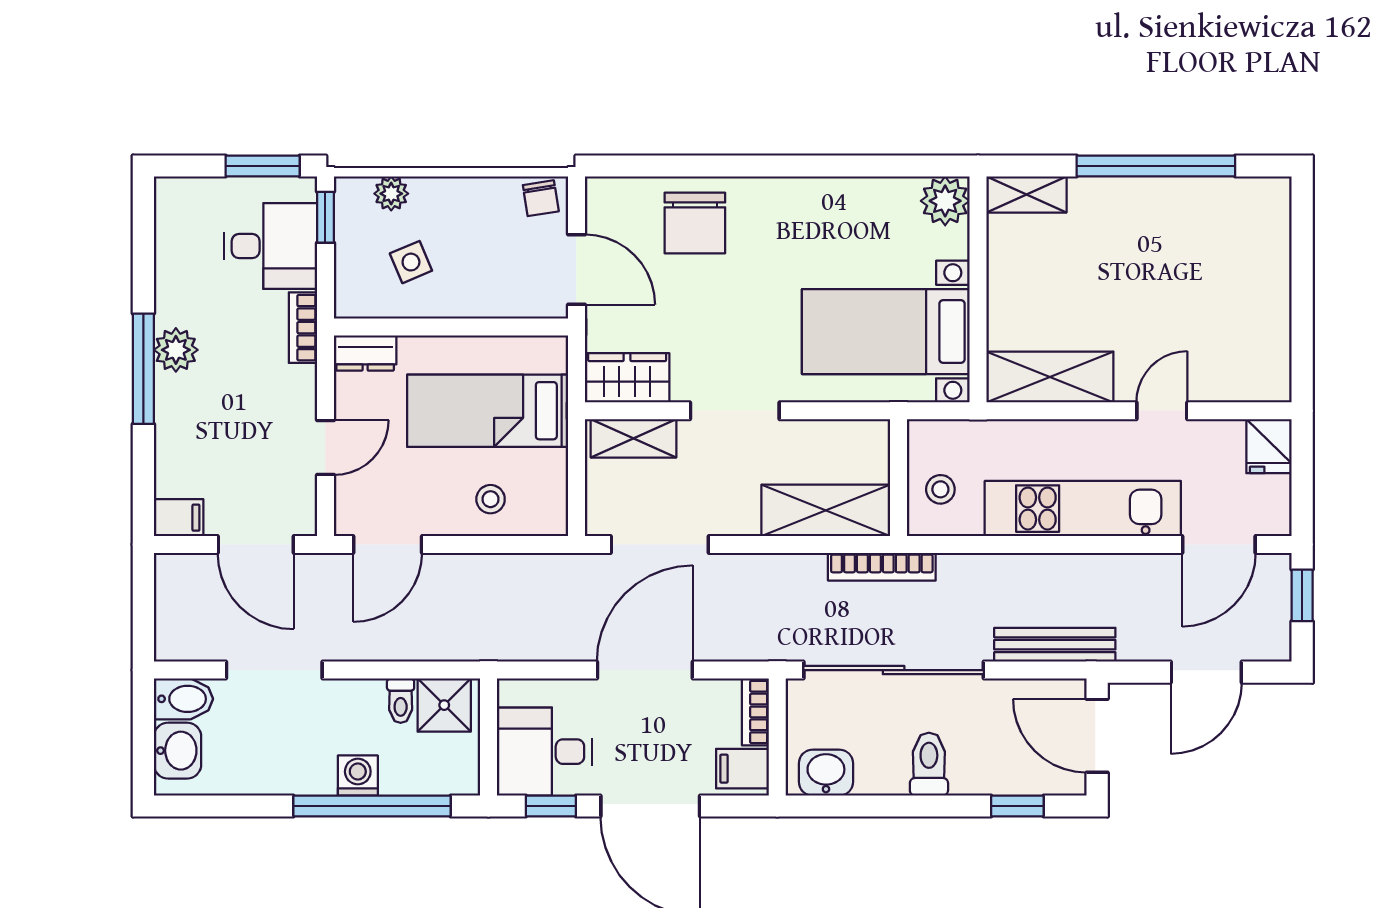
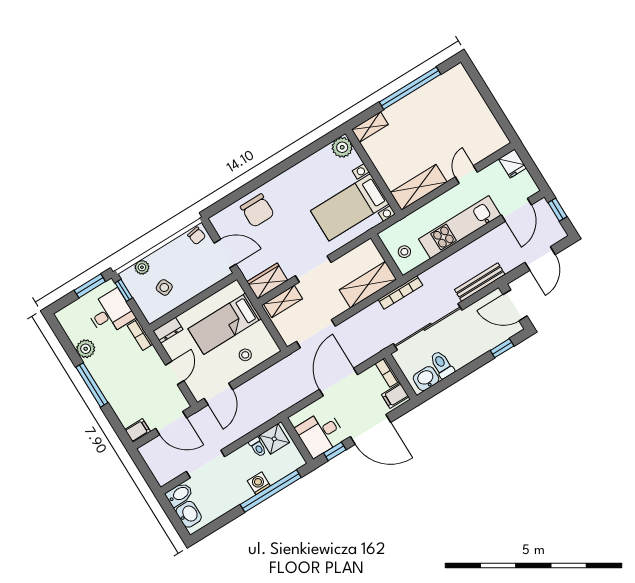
plant: (176, 350) -> (86, 349), moved
toilet: (929, 764) -> (442, 365), moved

